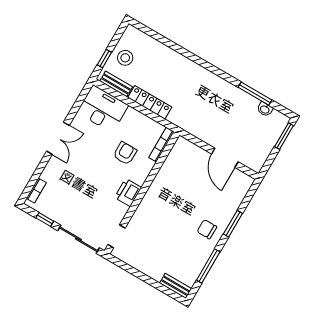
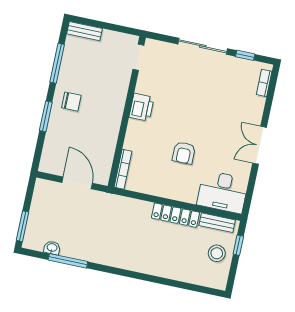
bookcase: (161, 145) -> (123, 169), moved
printer: (128, 192) -> (142, 107), moved
wall: (142, 193) -> (127, 112), moved
doorway: (116, 236) -> (138, 57), moved

